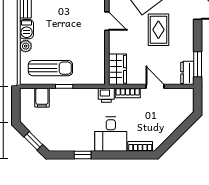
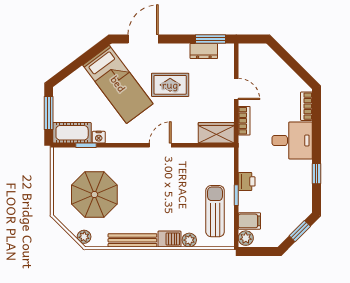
dresser: (187, 73) -> (204, 51), moved
door: (155, 86) -> (236, 89), swing flipped
plant: (27, 94) -> (246, 238), added
printer: (106, 95) -> (247, 181), moved

